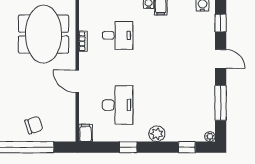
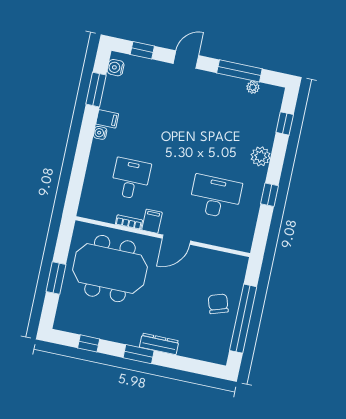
filing cabinet: (86, 133) -> (152, 221), moved, turned 90
plant: (210, 137) -> (253, 87), moved

